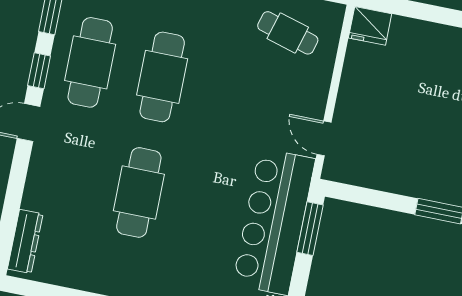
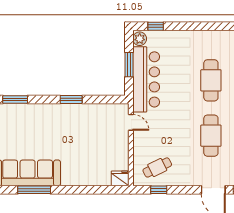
cafe table: (288, 33) -> (157, 167), turned -42
window: (310, 229) -> (129, 65), moved

